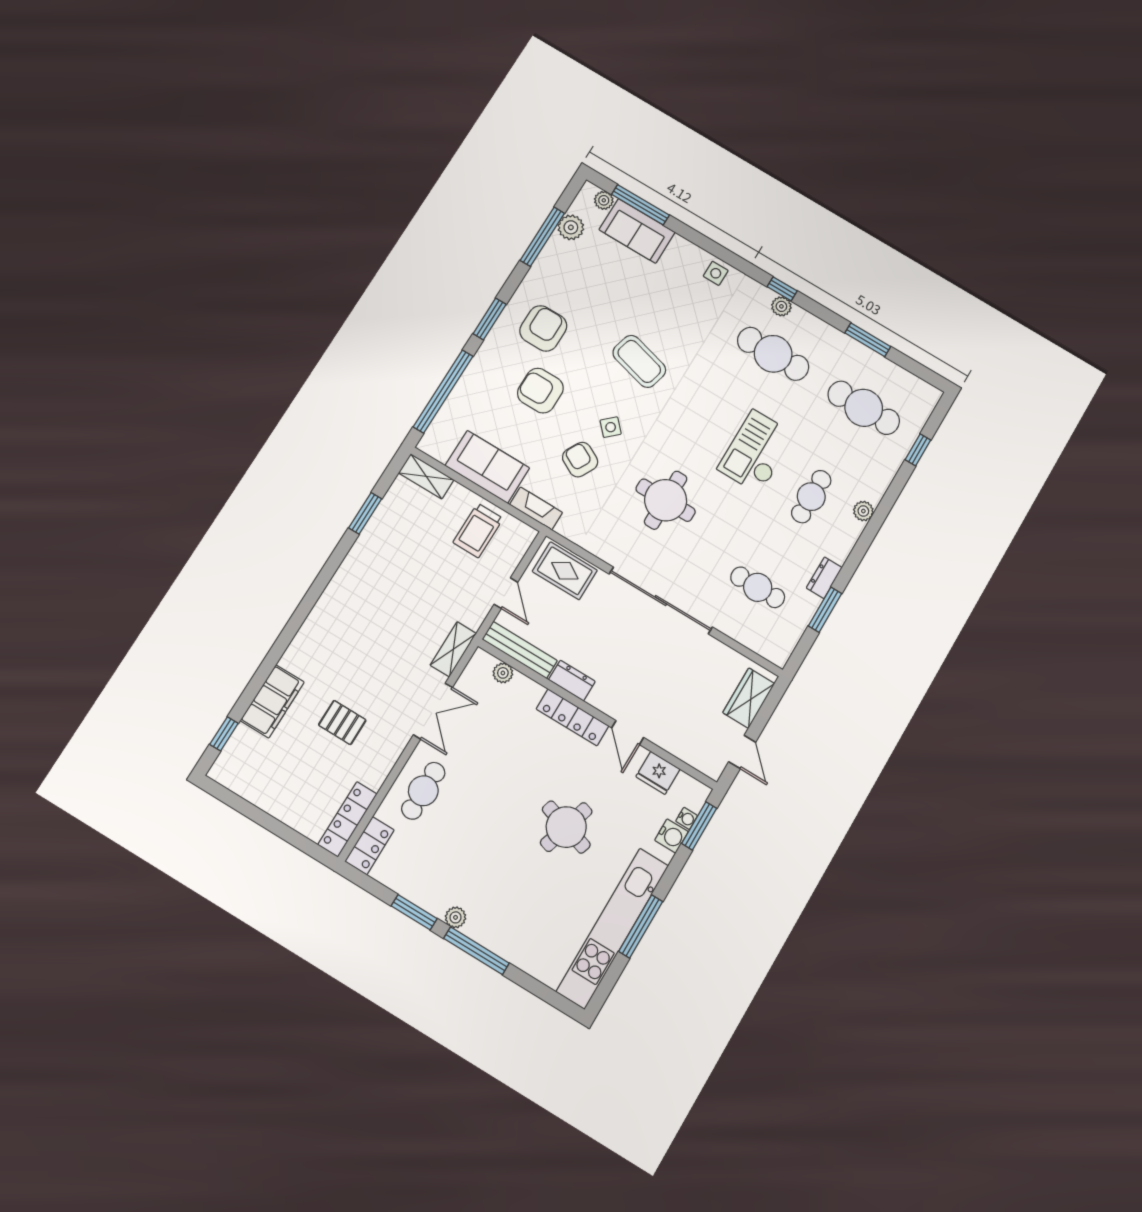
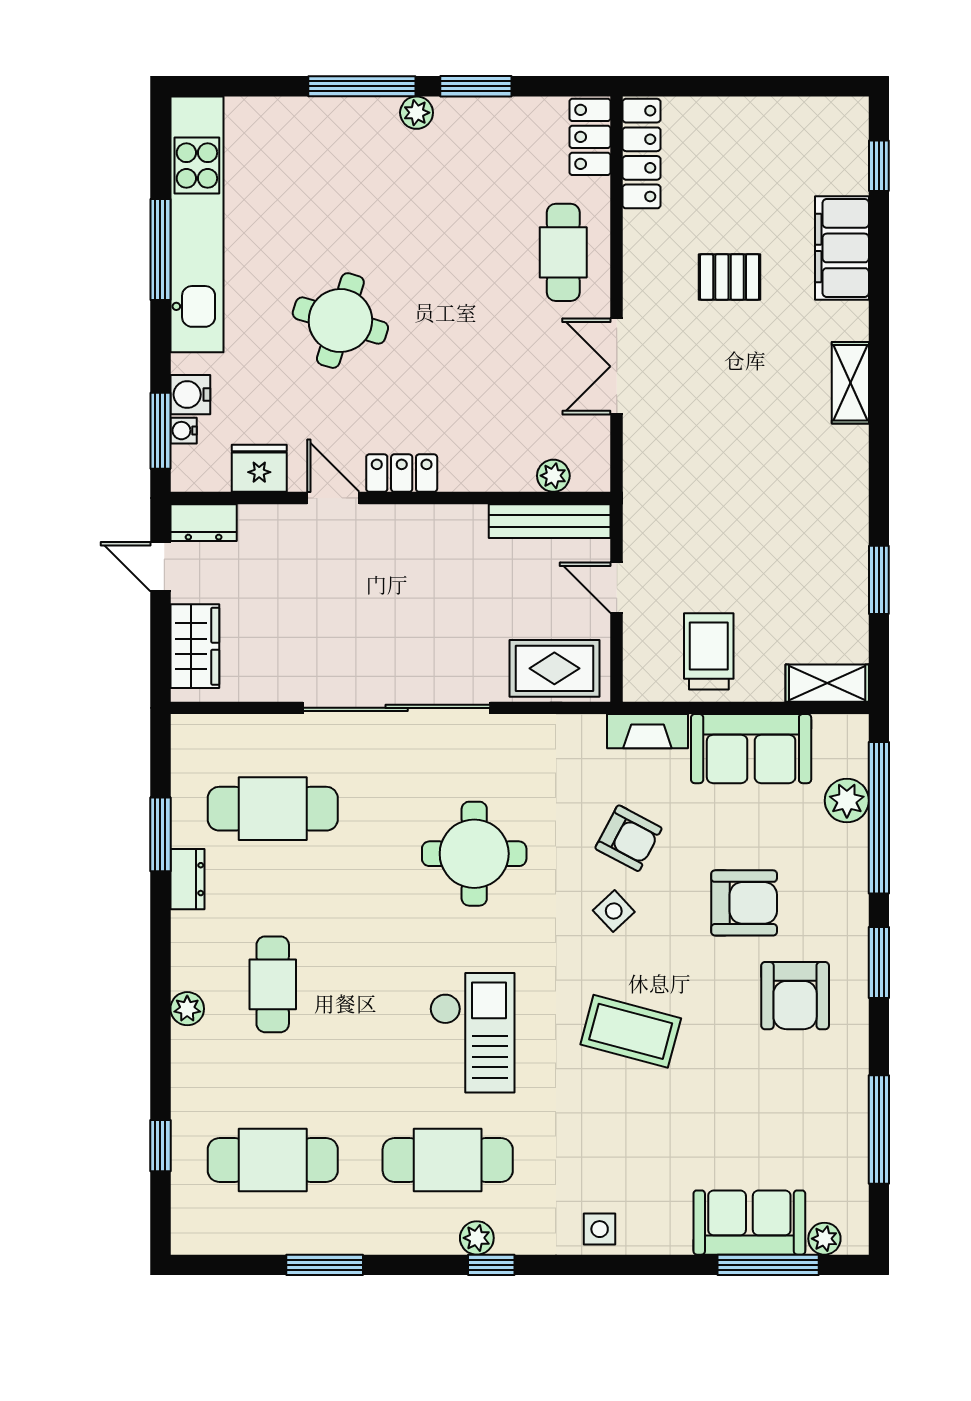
plant: (571, 227) -> (847, 801), moved
checkout: (756, 452) -> (472, 1033), moved
cafe table: (758, 587) -> (273, 809), width x1.37, depth x1.35
shelving: (453, 649) -> (850, 383), moved
dresser: (572, 681) -> (204, 523), moved
locker: (572, 717) -> (402, 473), width x0.66

